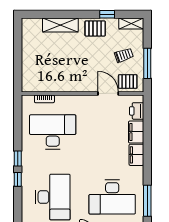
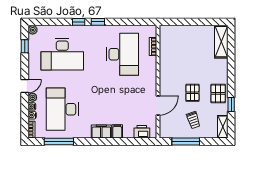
shelving: (60, 25) -> (221, 42), moved
pallet: (128, 82) -> (192, 93), moved
filing cabinet: (136, 132) -> (117, 131), width x0.50

